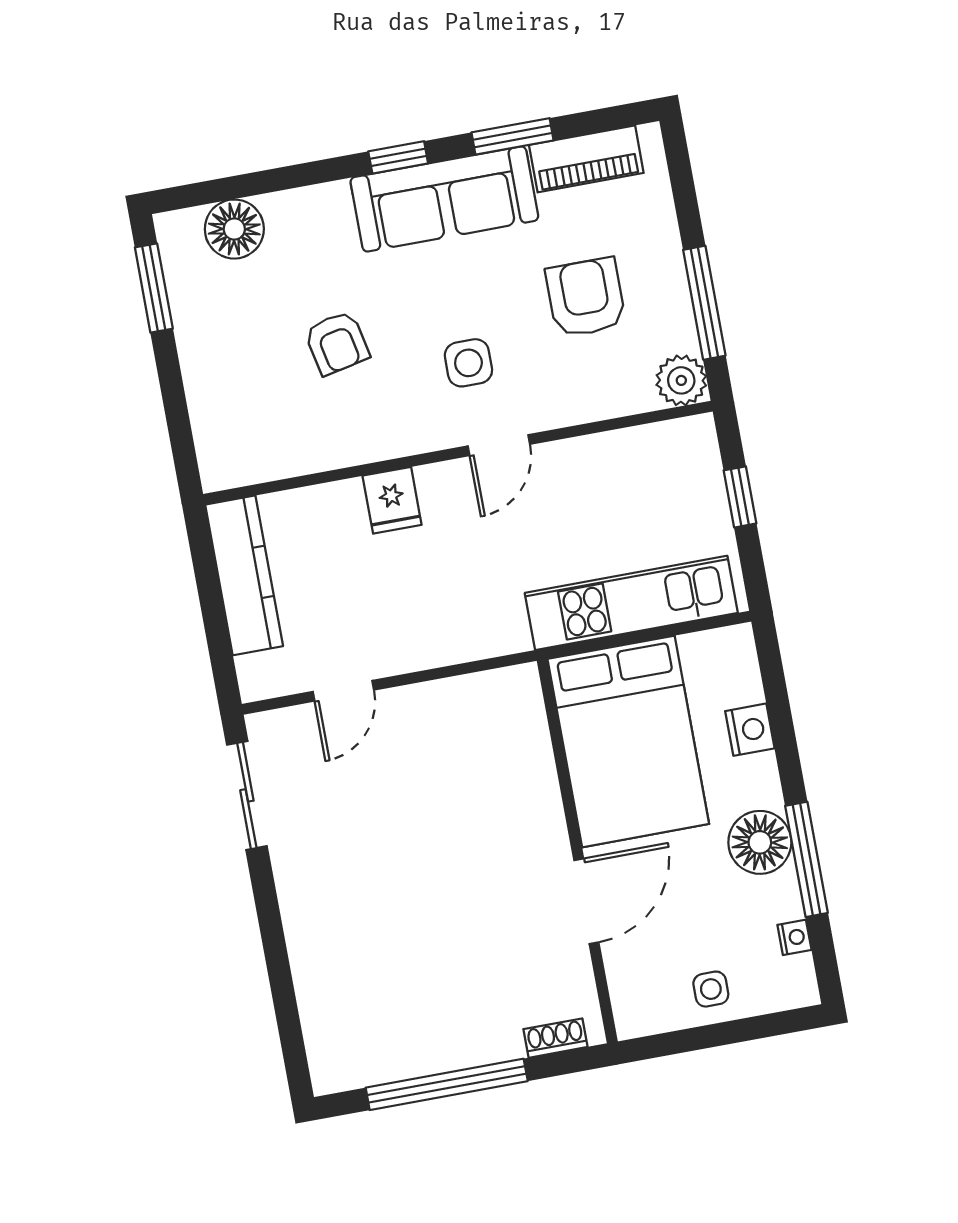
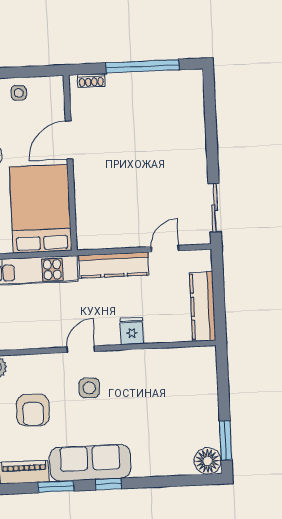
floor lamp: (234, 229) -> (208, 461), moved
armchair: (337, 343) -> (147, 405), removed
kitchen counter: (451, 639) -> (114, 265), added

